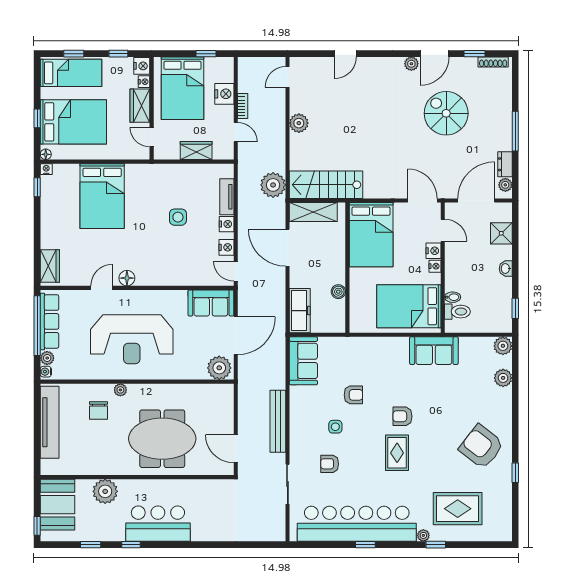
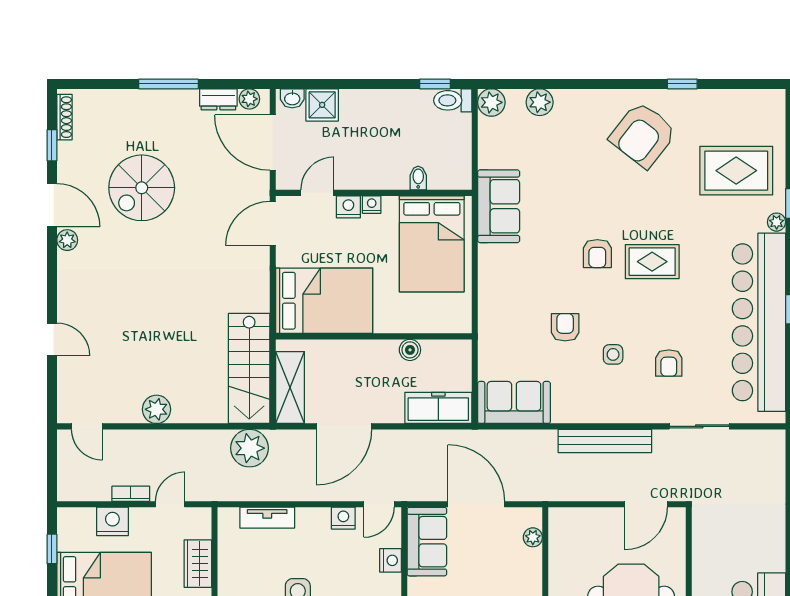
nightstand: (227, 224) -> (390, 560), moved, turned 90
washbasin: (506, 269) -> (292, 98), moved
toilet: (457, 312) -> (453, 100), moved, turned -90
plant: (219, 368) -> (533, 537), width x0.53, depth x0.53
rug: (458, 509) -> (736, 171), turned 90

